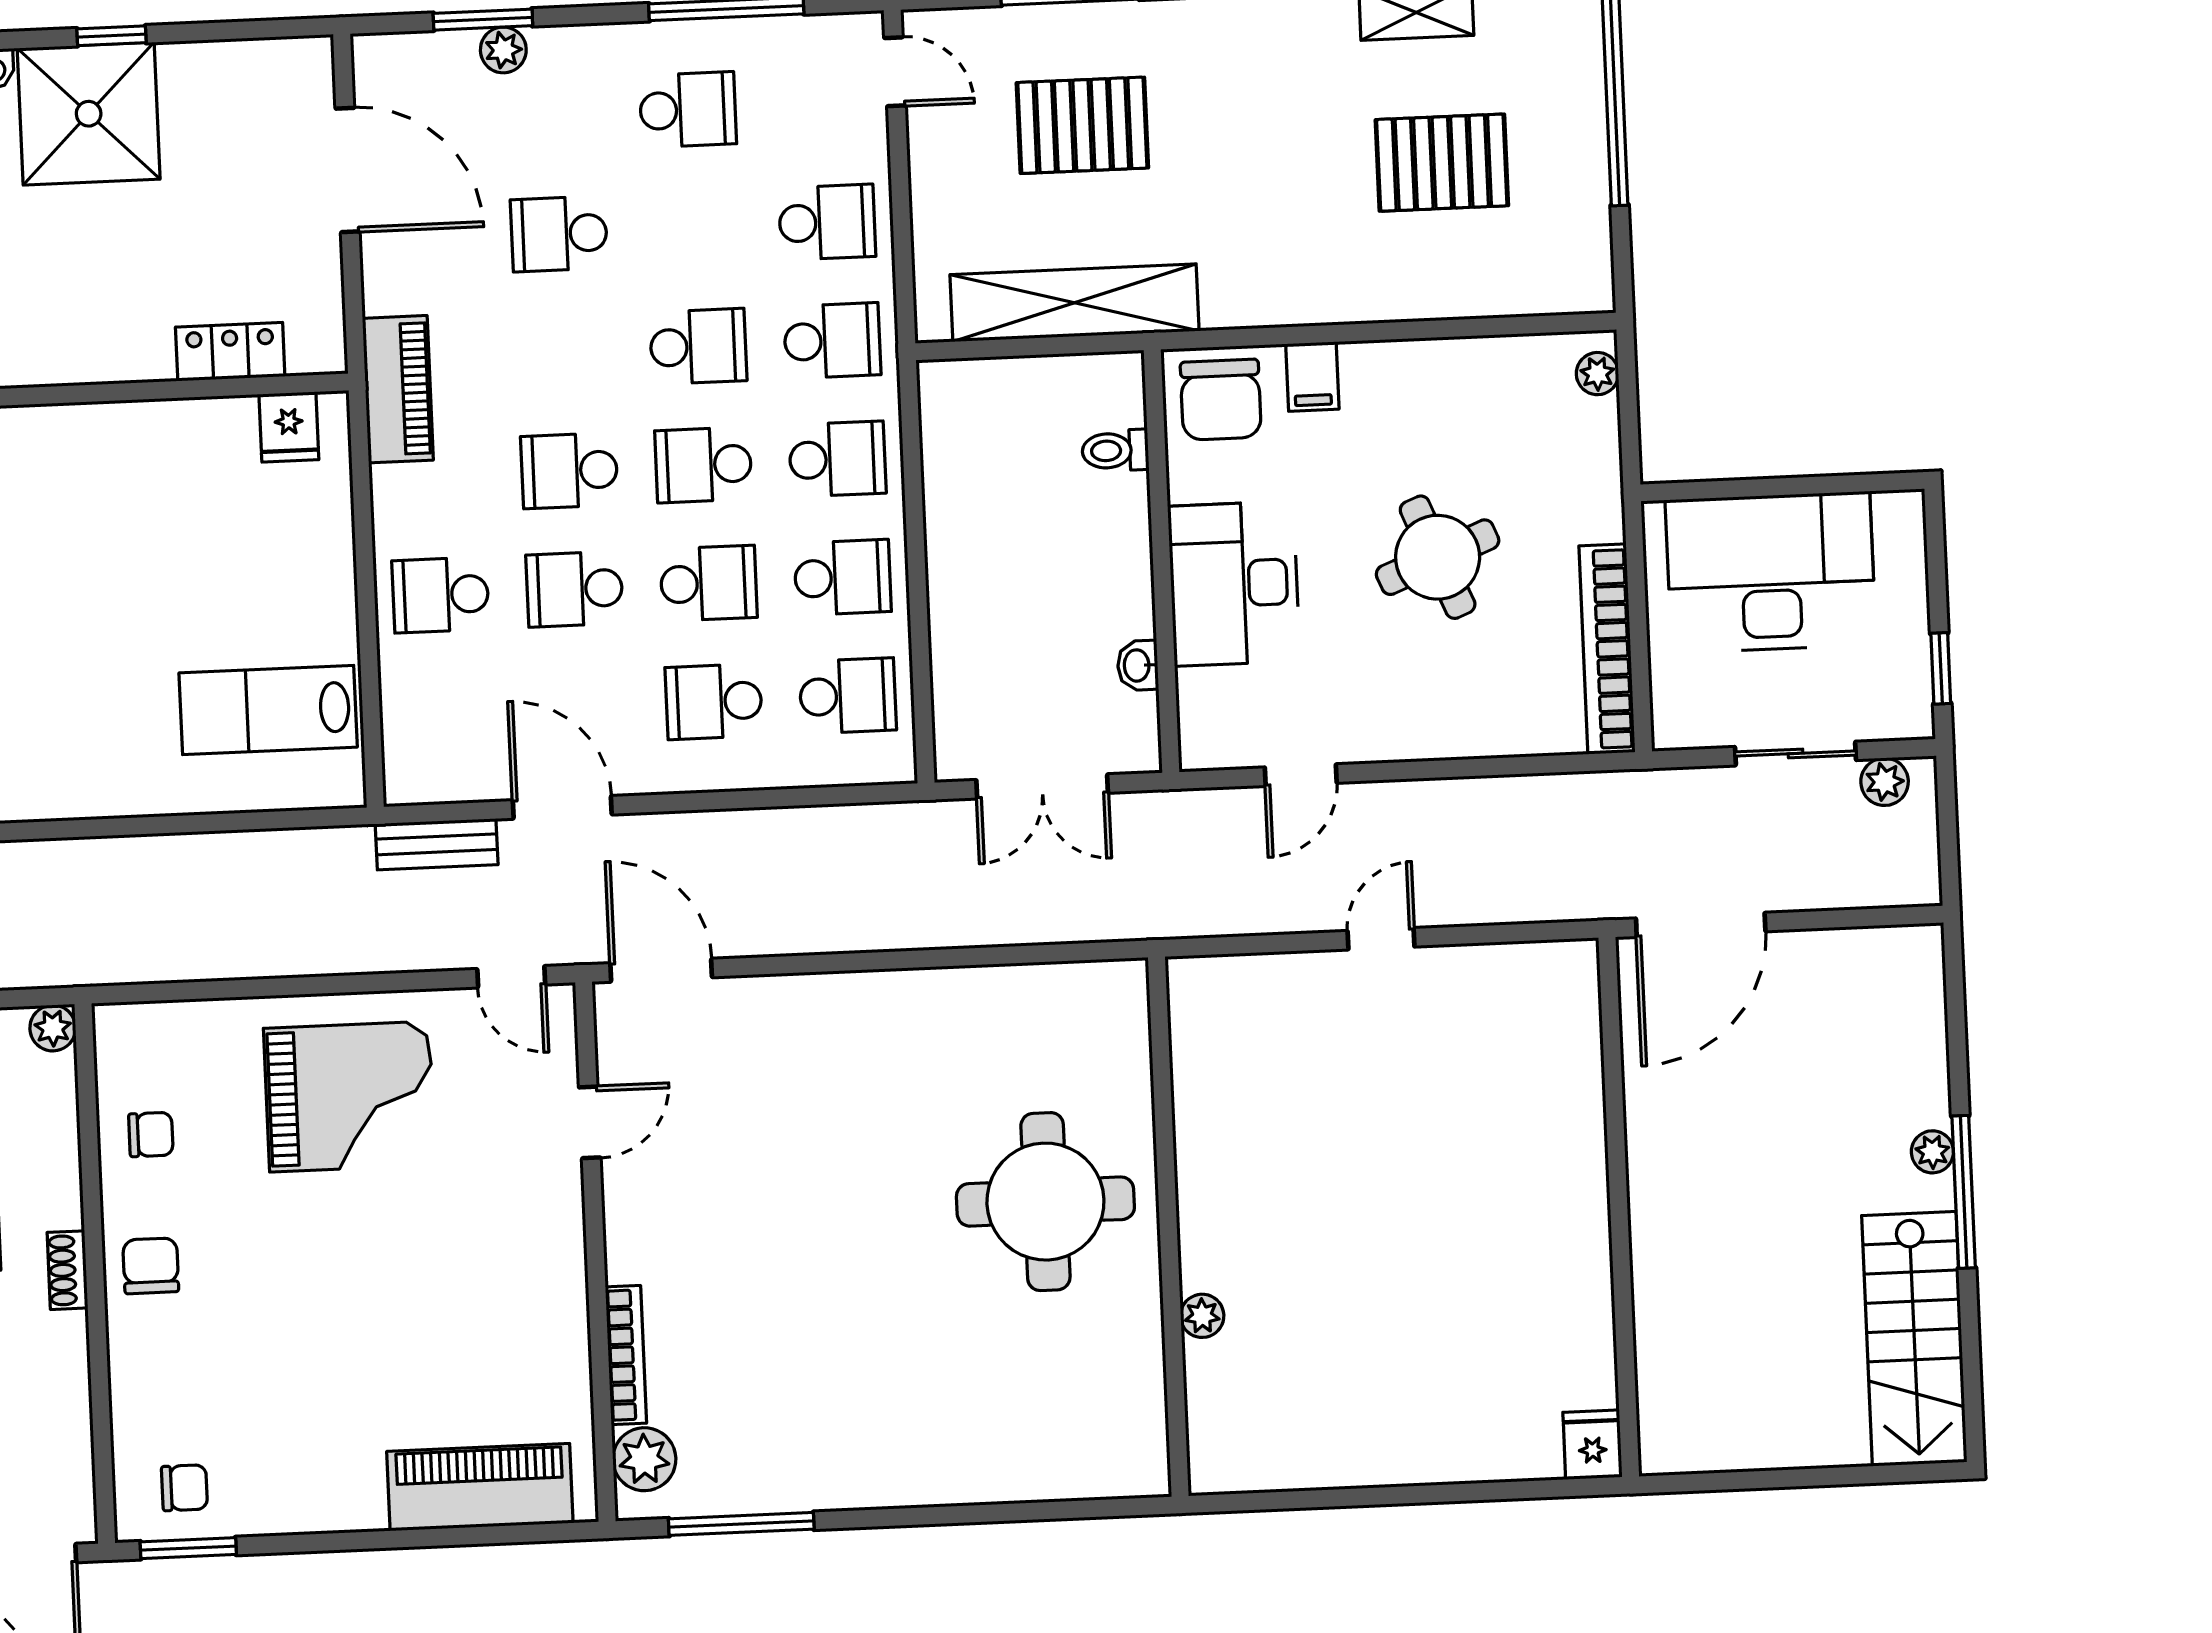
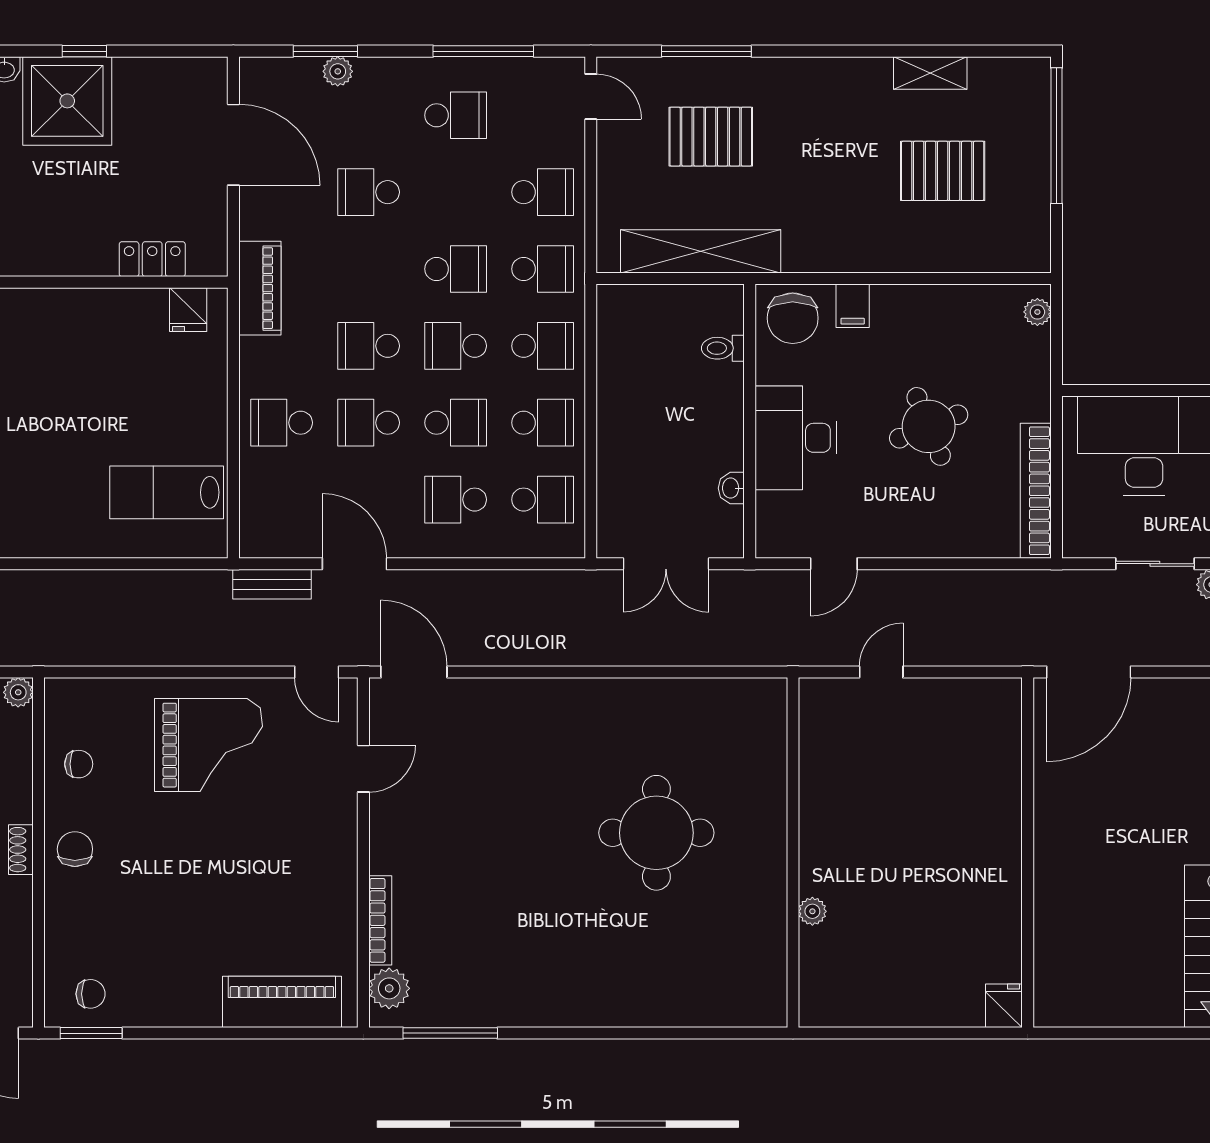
wall: (1168, 1227) -> (793, 853), moved
plant: (1202, 1316) -> (812, 911), moved

